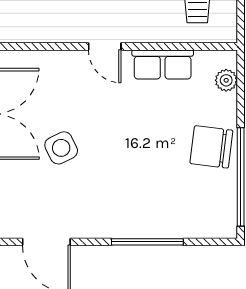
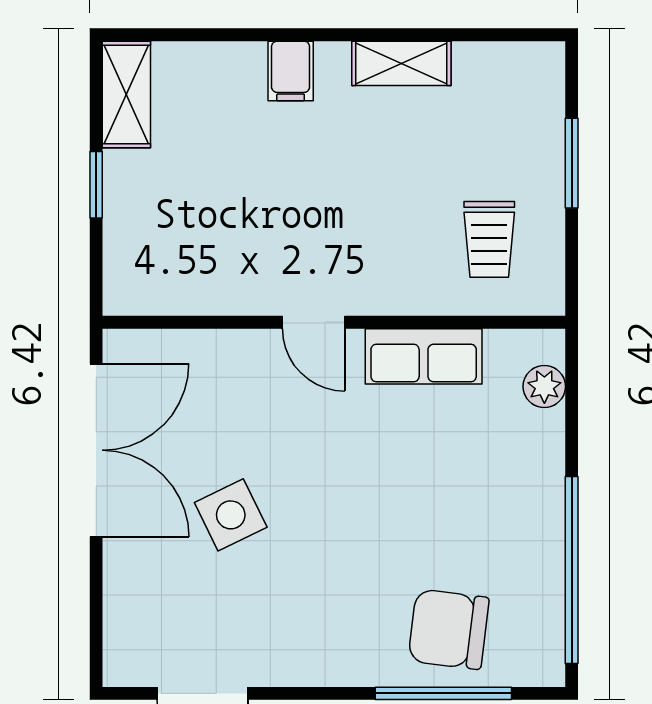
chair: (211, 147) -> (449, 629), moved
window: (147, 242) -> (443, 693), moved

